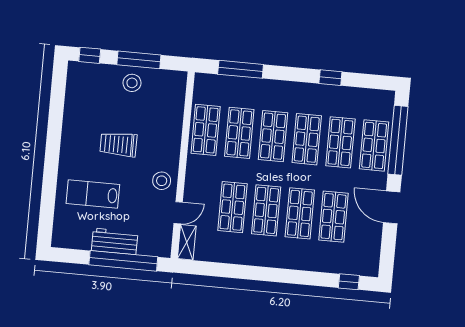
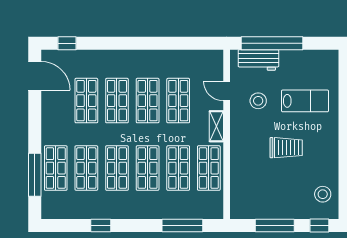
stool: (132, 83) -> (323, 194), moved
window: (398, 140) -> (35, 175), width x0.68
stool: (162, 181) -> (258, 101), moved
door: (392, 207) -> (35, 76), moved
door: (178, 213) -> (227, 91), hinge flipped
workbench: (115, 241) -> (258, 60), moved
shelving: (187, 242) -> (216, 126), moved

